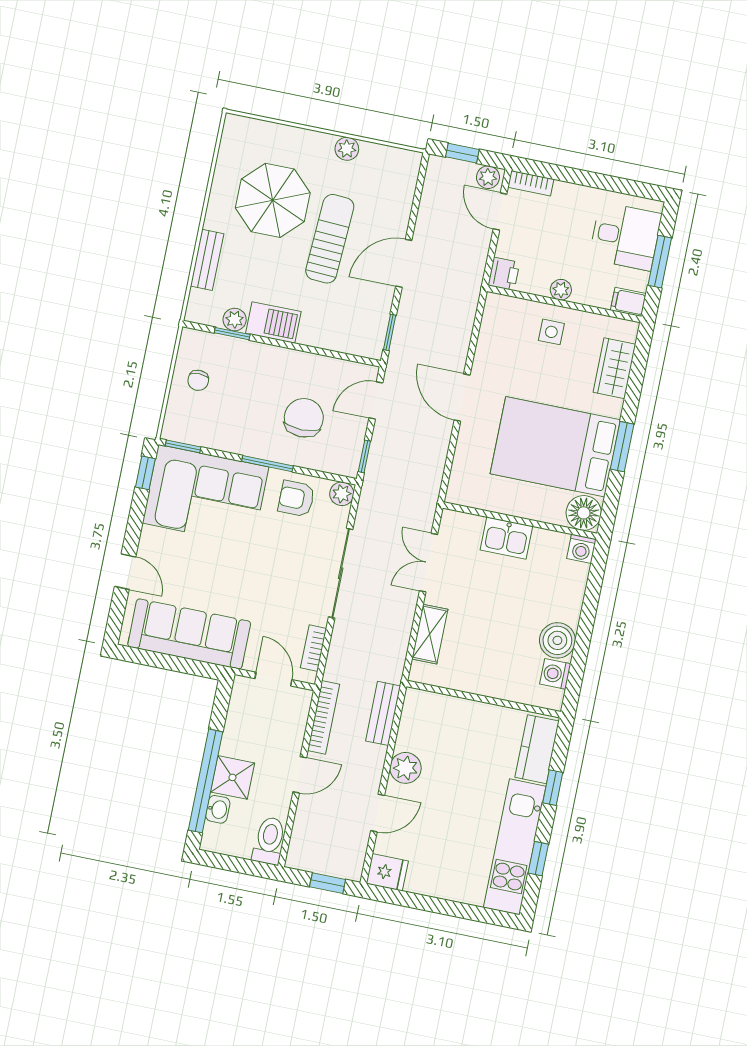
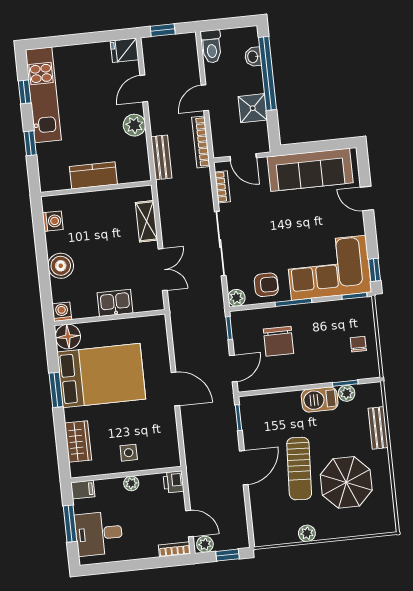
boiler: (557, 640) -> (61, 266), moved
kitchen counter: (537, 749) -> (93, 175), moved, turned -90
shower: (232, 777) -> (253, 108), moved

